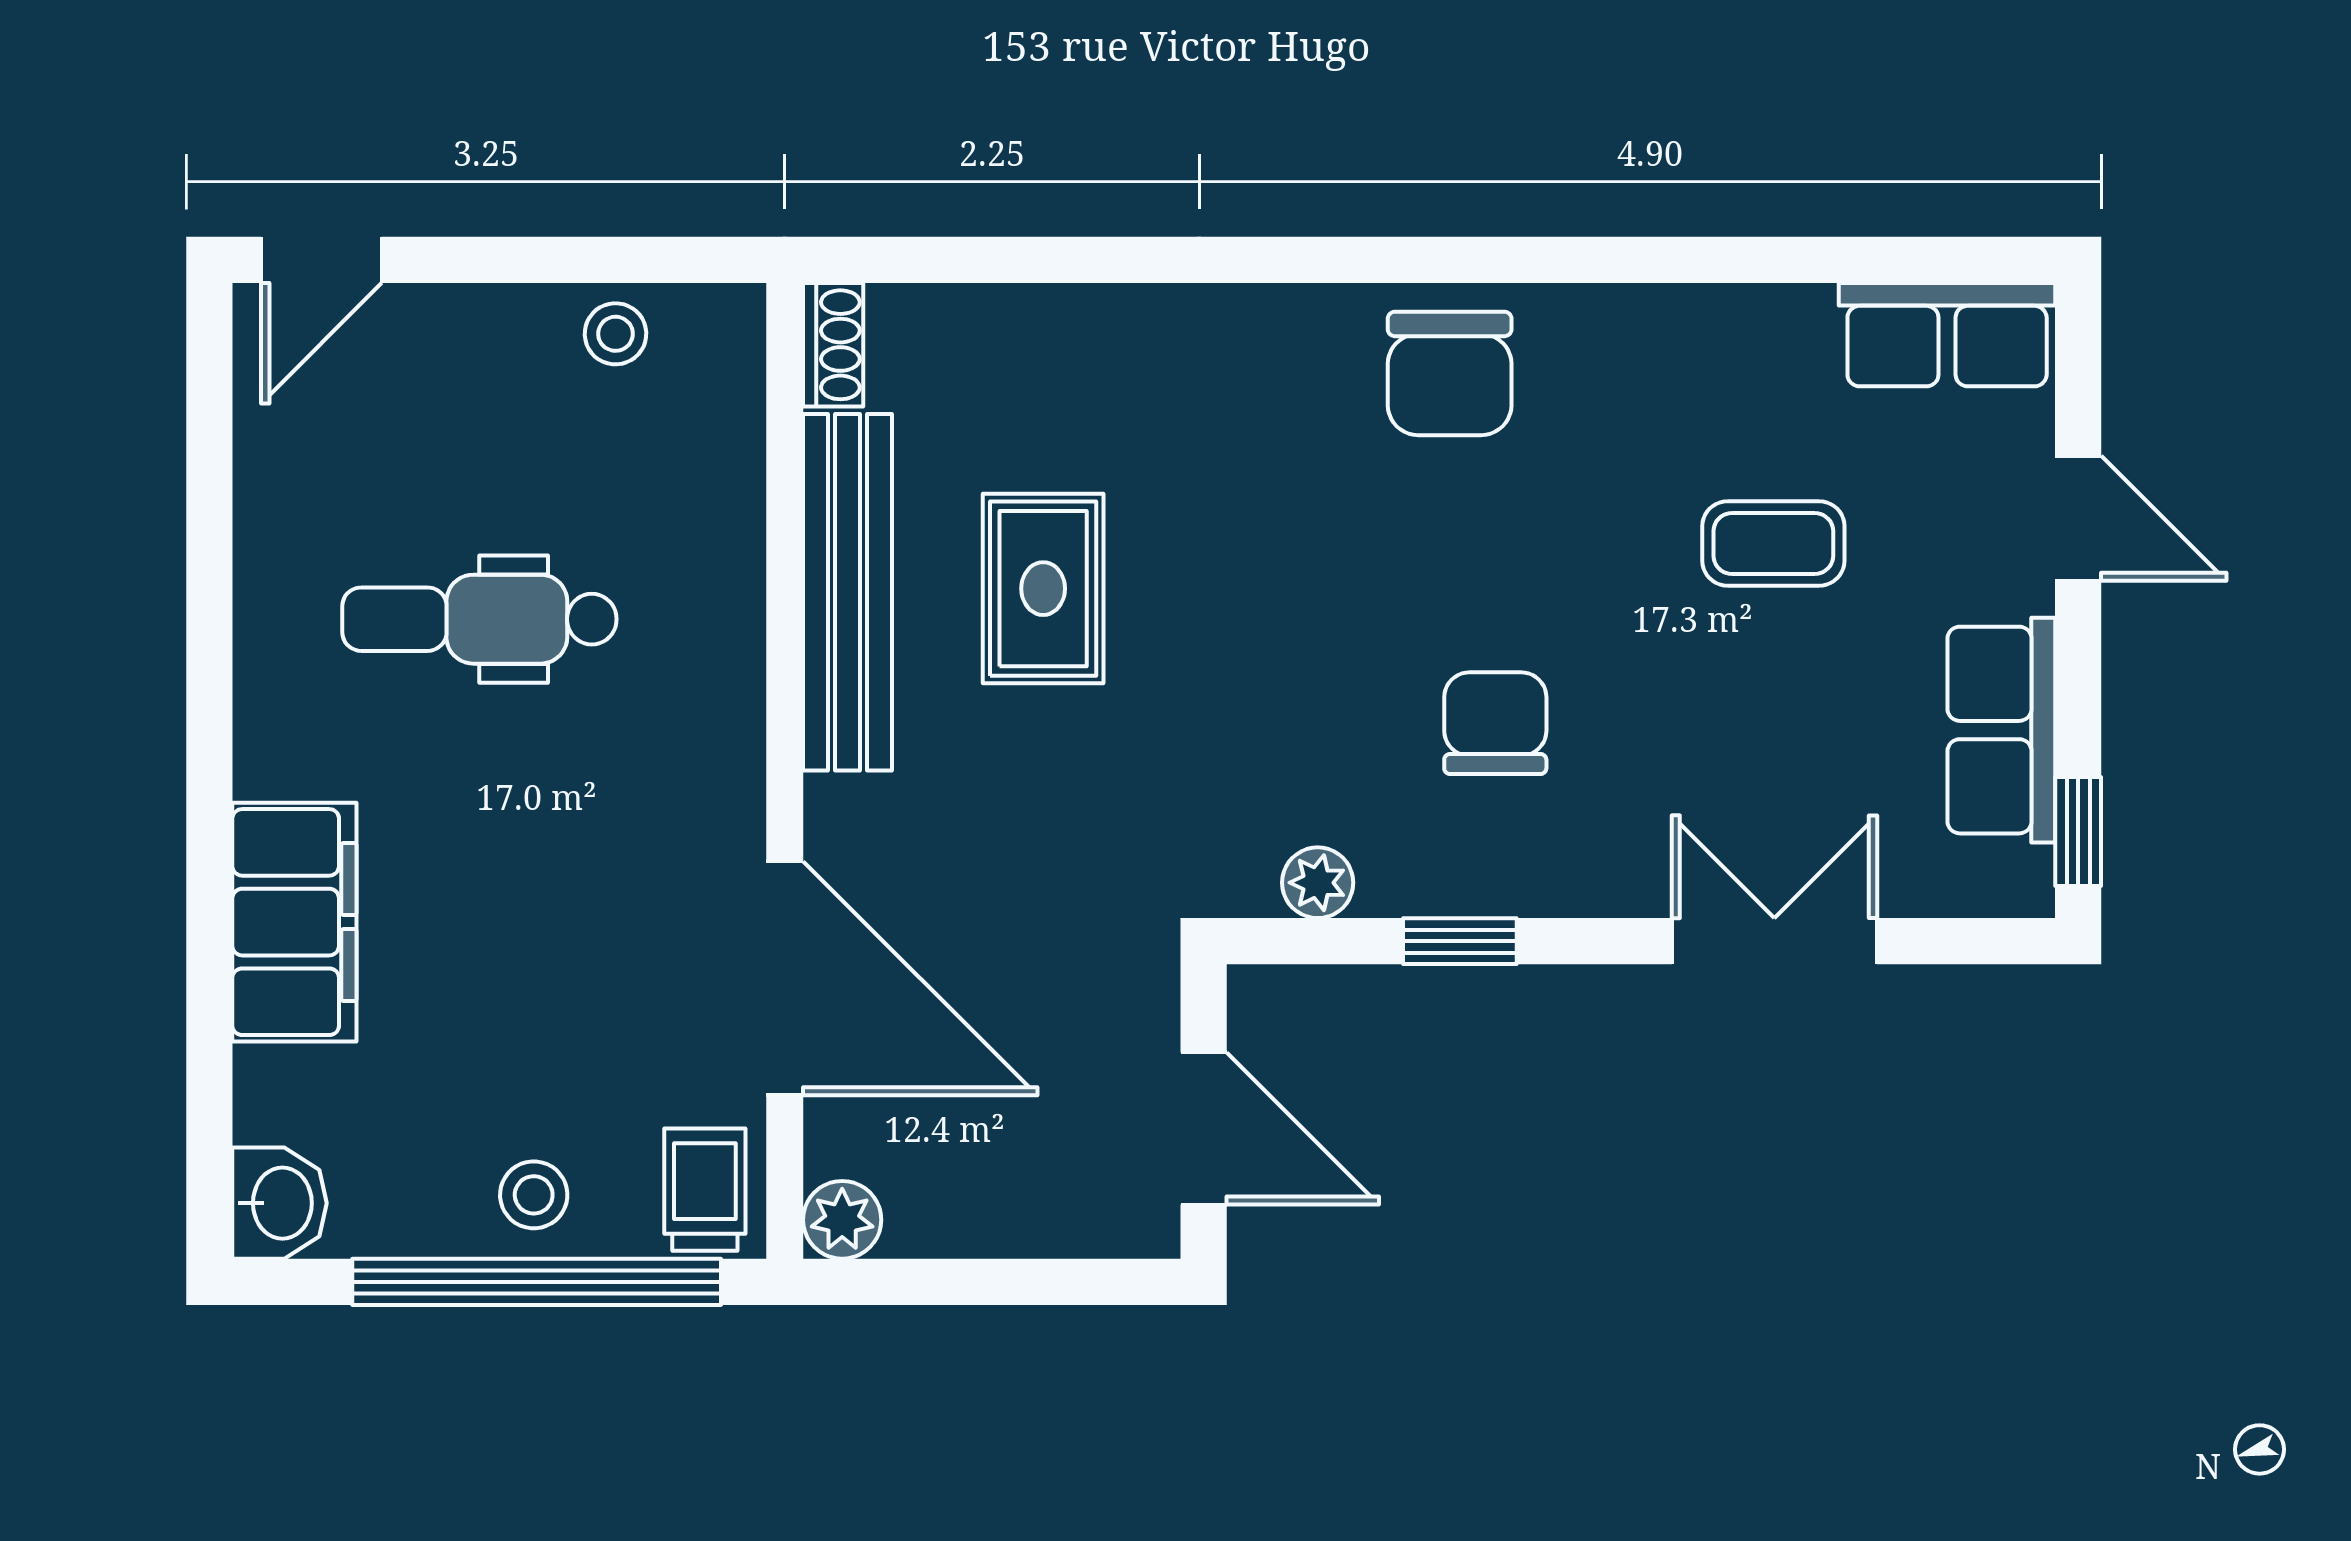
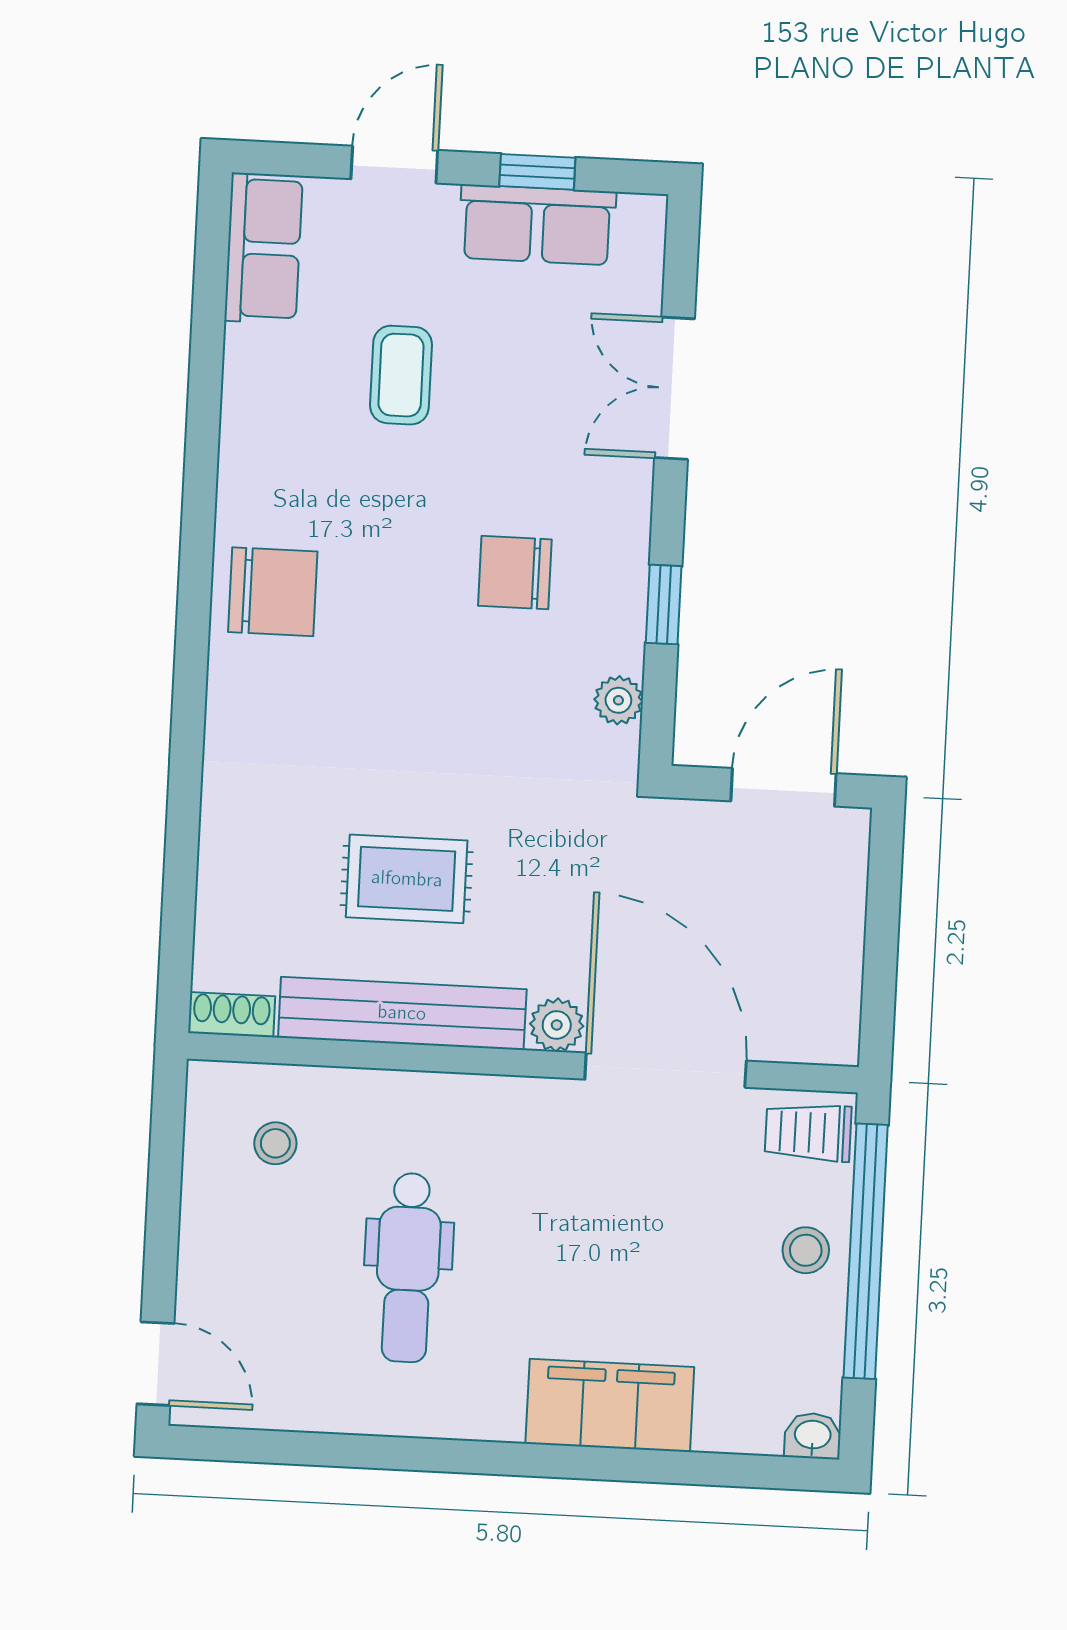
stool: (616, 334) -> (275, 1143), moved
window: (2078, 832) -> (537, 172), moved
door: (785, 978) -> (666, 1070), hinge flipped
washbasin: (280, 1203) -> (813, 1436), width x0.72, depth x0.69
plant: (842, 1220) -> (557, 1025), moved

